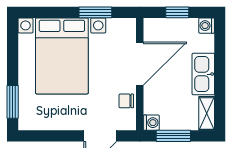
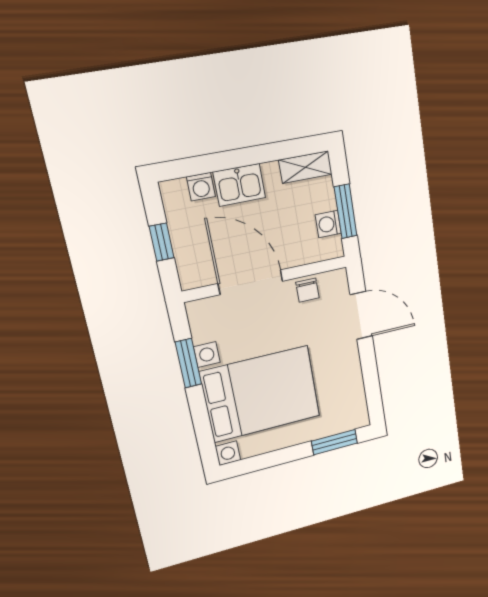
washing machine: (207, 26) -> (201, 187), moved
kitchen sink: (203, 74) -> (239, 185), width x0.73
washing machine: (151, 123) -> (328, 224), moved, turned -90

